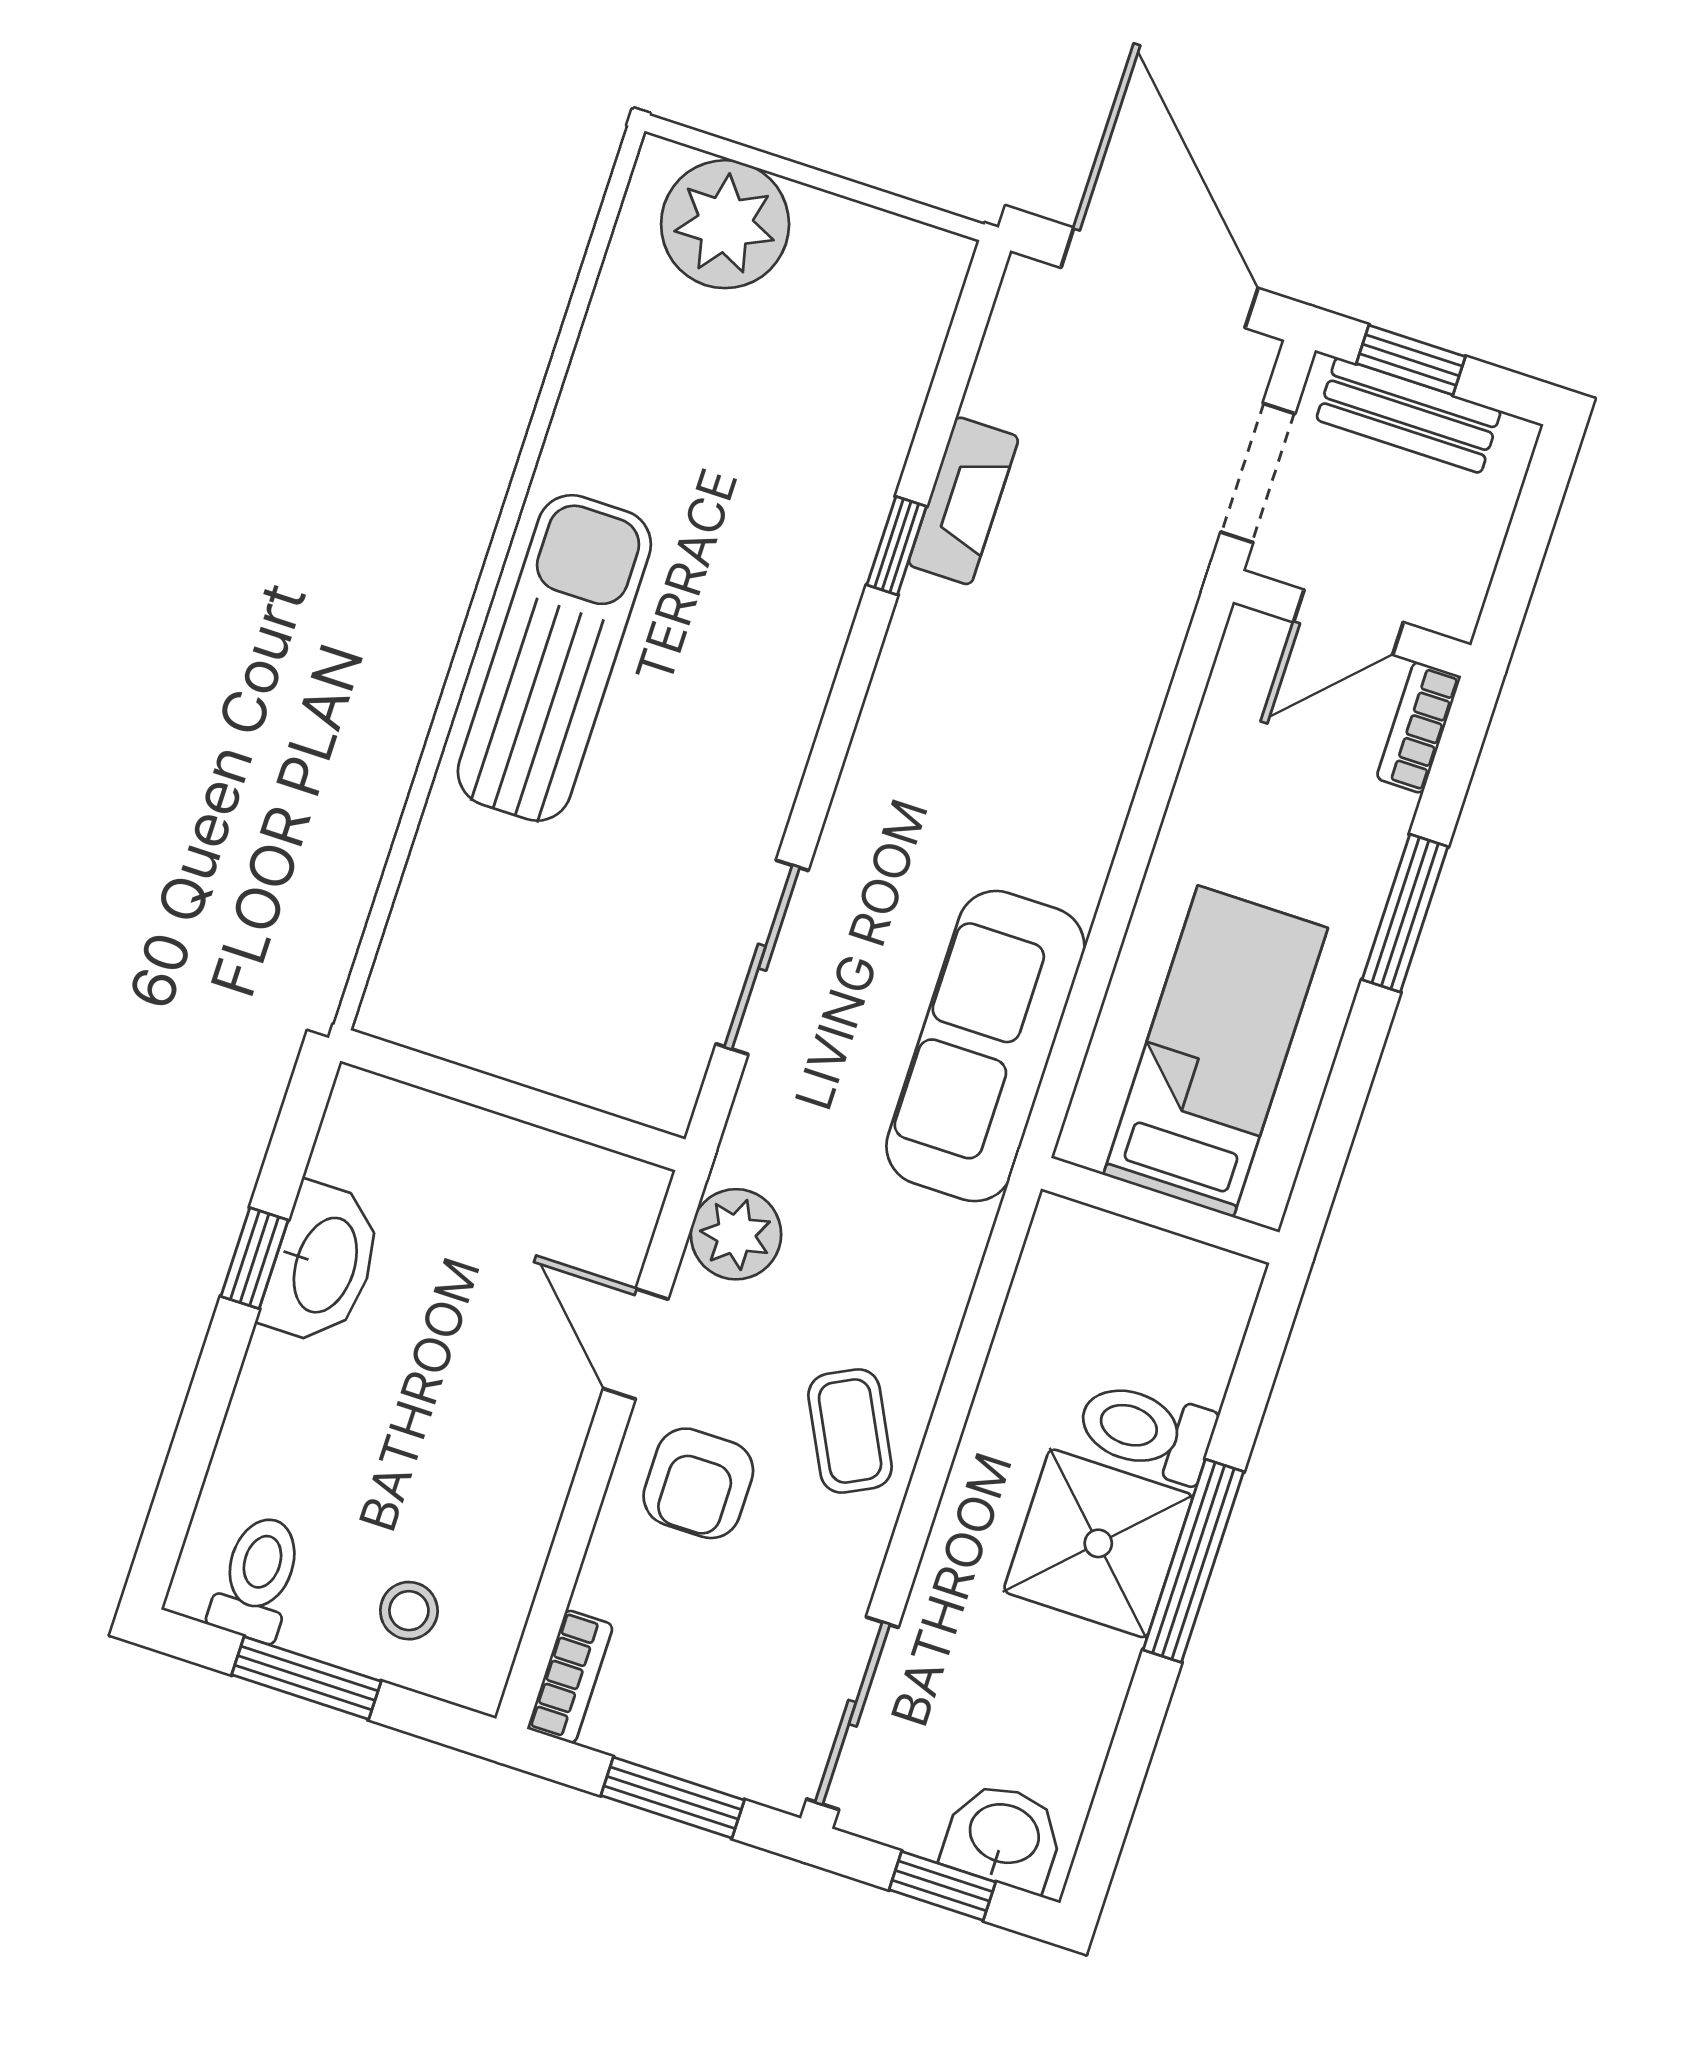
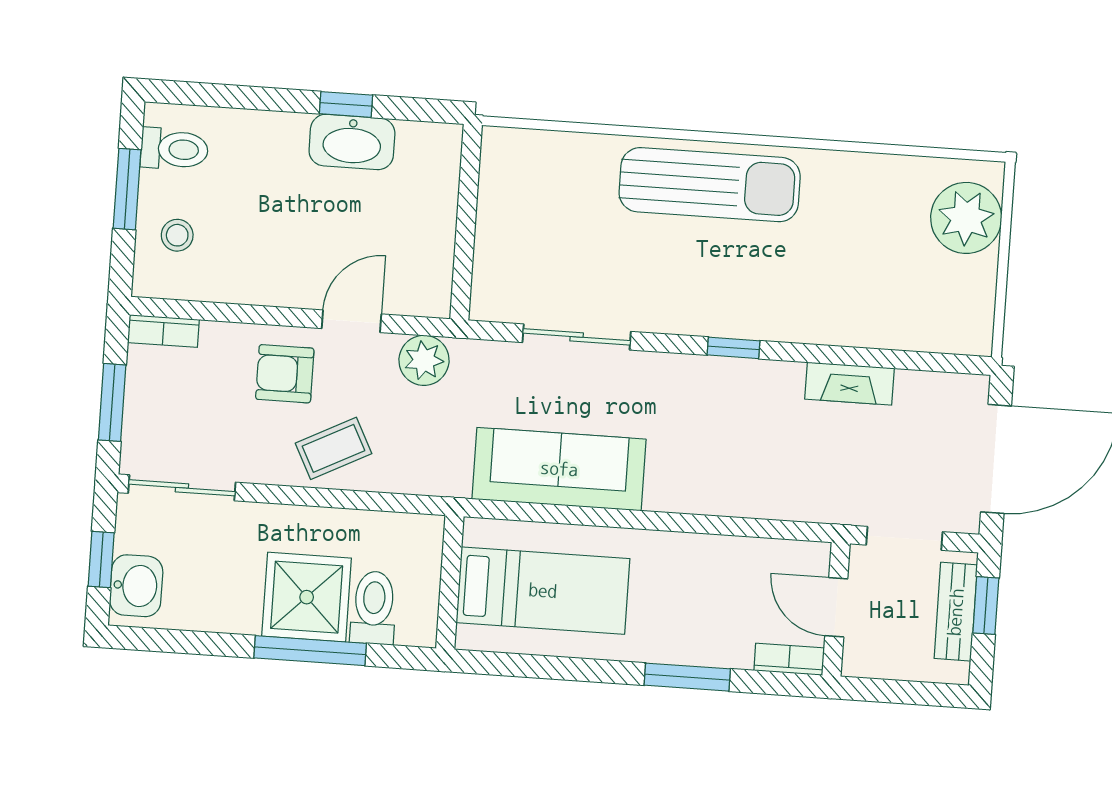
window: (897, 546) -> (733, 348), moved
bed: (1216, 1051) -> (543, 591), moved
wall: (1160, 1210) -> (450, 582), moved

